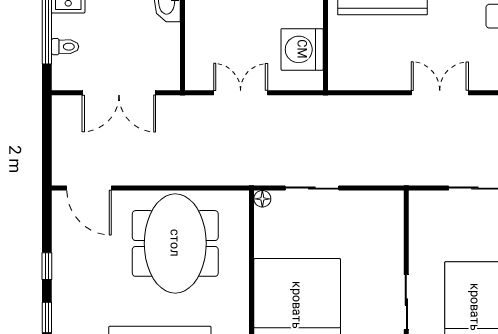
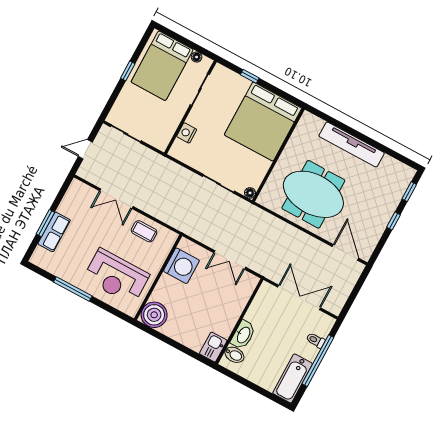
coffee table: (378, 69) -> (144, 231), added
nightstand: (392, 234) -> (187, 133), added
meeting table: (175, 243) -> (313, 194), turned 90

